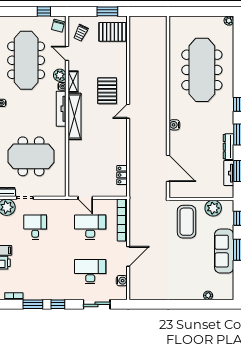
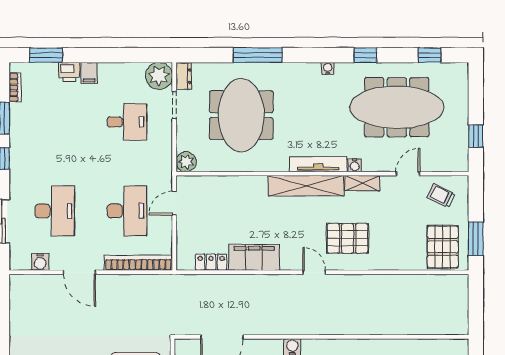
chair: (58, 26) -> (453, 159), removed
plant: (60, 75) -> (186, 162), moved
filing cabinet: (119, 148) -> (254, 257), added

